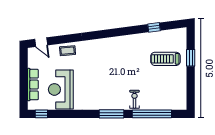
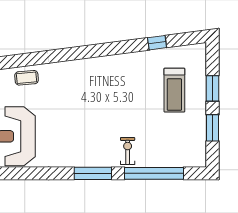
treadmill: (165, 59) -> (174, 90), turned -90
window: (191, 84) -> (212, 128), added

